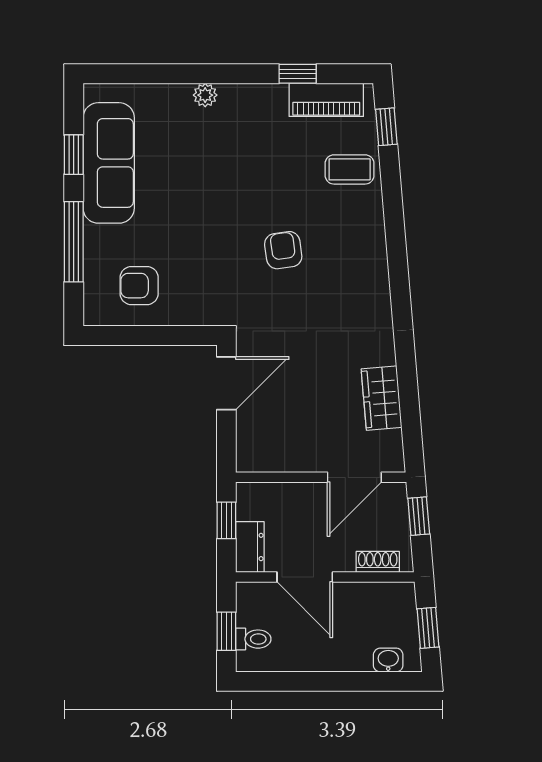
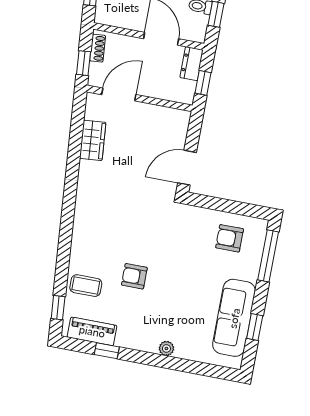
window: (74, 242) -> (268, 256), moved
armchair: (283, 250) -> (134, 276), moved, turned 98
armchair: (139, 286) -> (230, 238), turned 180
shoe rack: (378, 562) -> (98, 48), moved, turned -95

